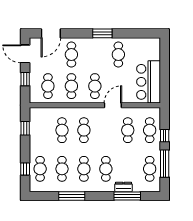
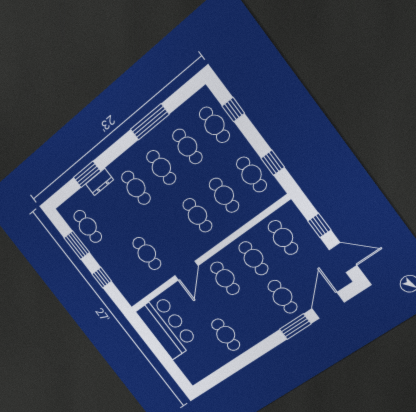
window: (102, 33) -> (295, 327), moved
cafe table: (150, 130) -> (251, 175), moved
window: (165, 164) -> (77, 245), width x0.69
window: (127, 196) -> (87, 174), width x0.69

